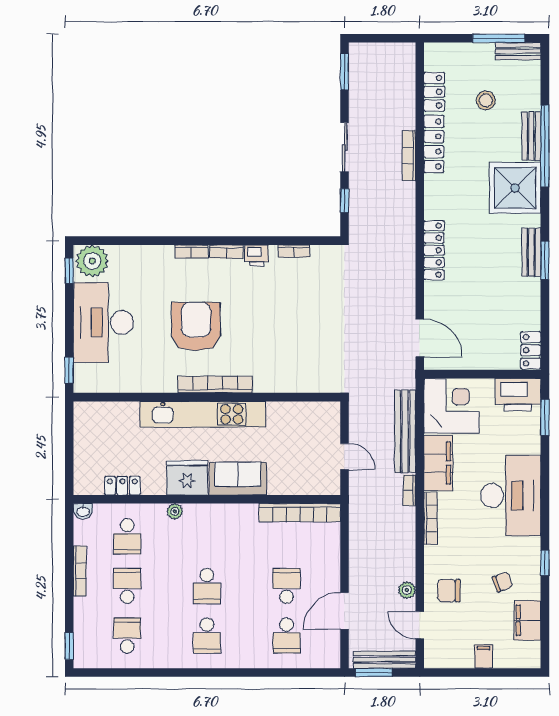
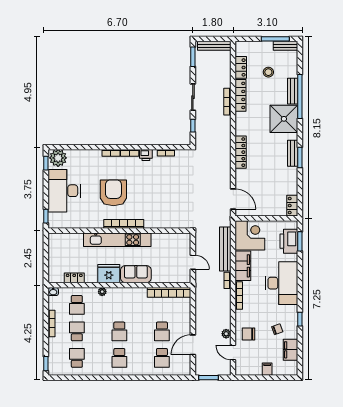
printer: (518, 395) -> (289, 241), moved, turned 90
school desk: (287, 586) -> (162, 331), turned 180
bench: (384, 660) -> (214, 46), moved

